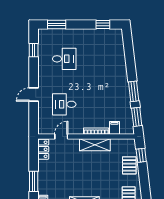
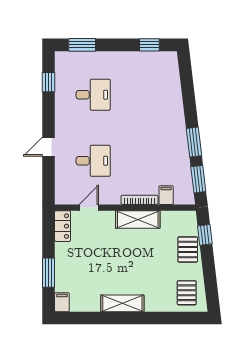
desk: (64, 104) -> (93, 161), turned 180

